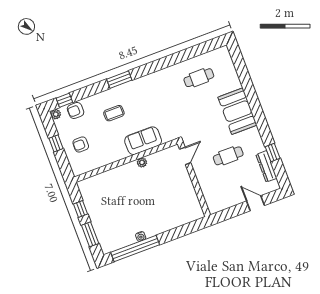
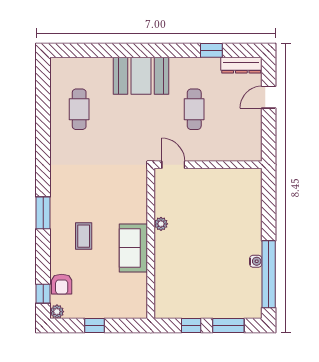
sofa: (143, 141) -> (133, 248), moved
armchair: (81, 144) -> (108, 294), removed
dresser: (266, 166) -> (241, 65), moved

